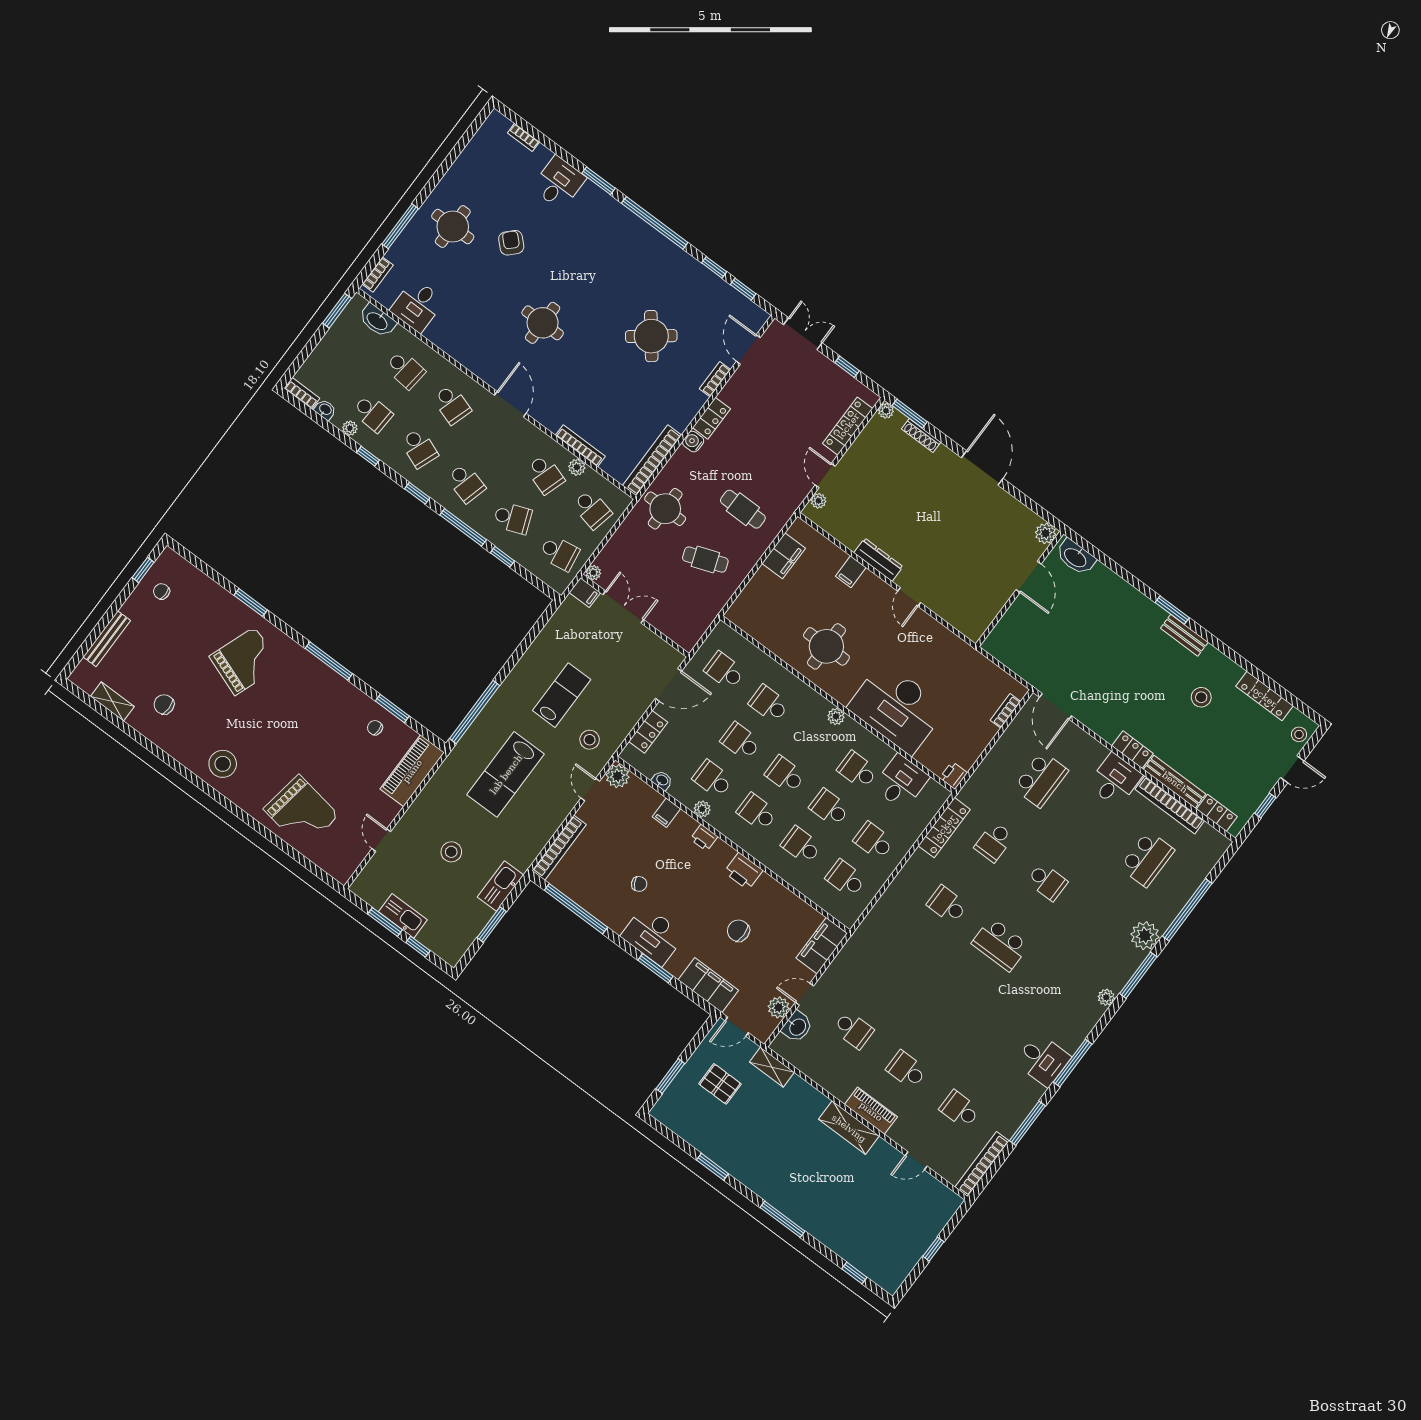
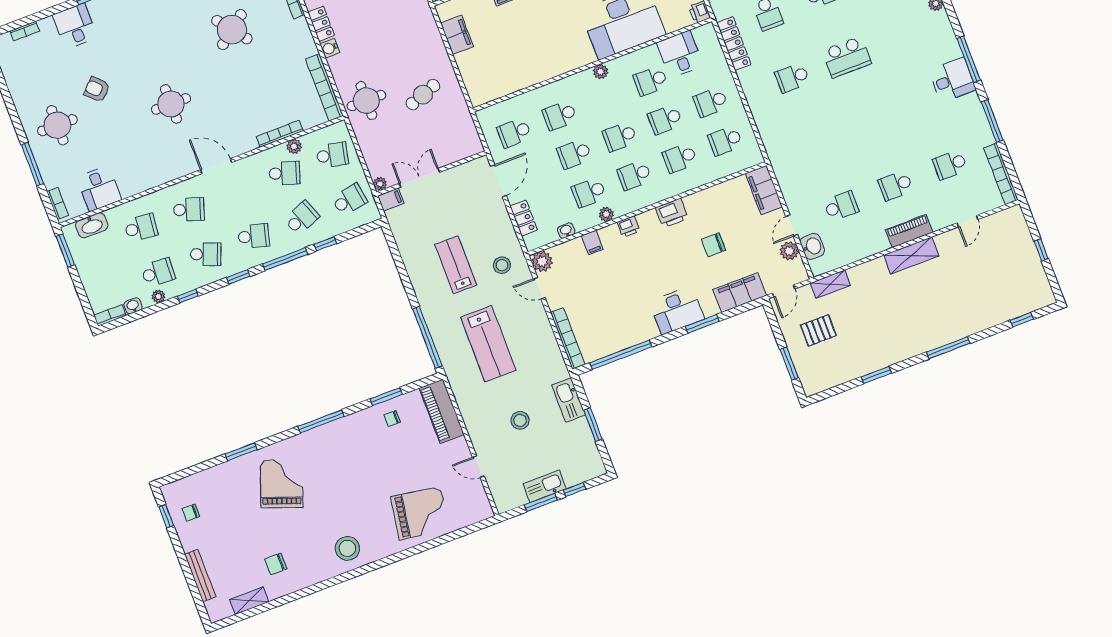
cafe table: (743, 509) -> (403, 43), removed
round table: (826, 646) -> (544, 46), removed
chair: (639, 884) -> (632, 296), removed

